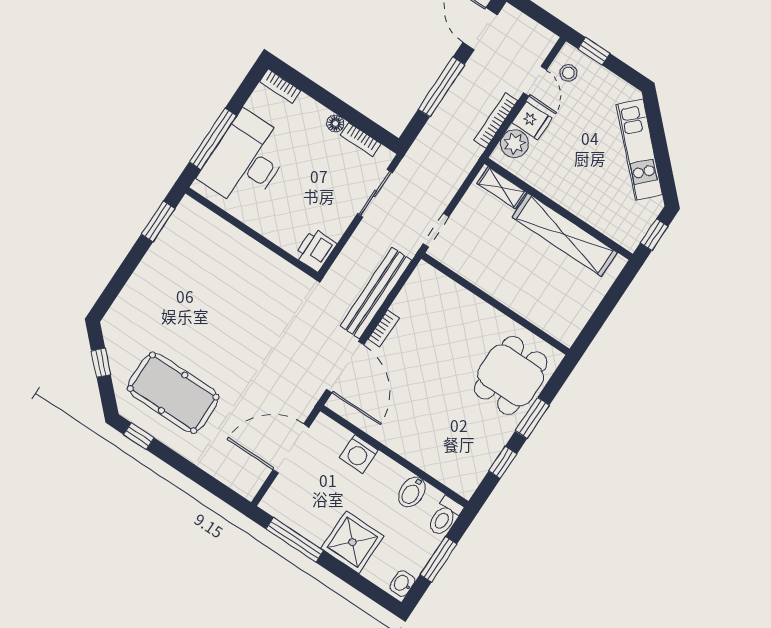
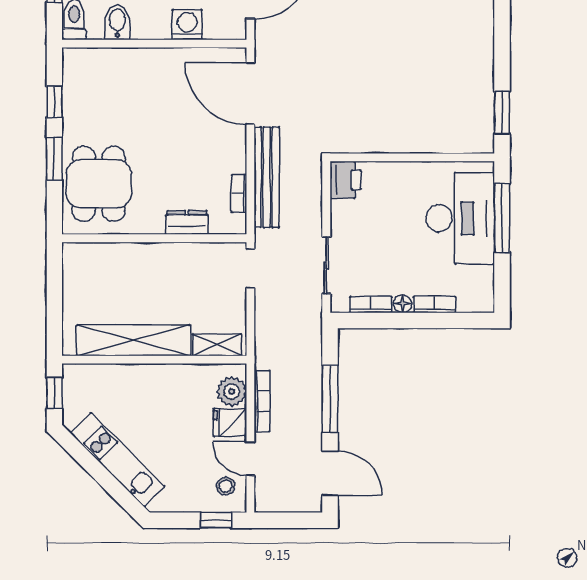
bookcase: (280, 86) -> (434, 305), moved
dresser: (462, 299) -> (187, 222), added
bookcase: (383, 329) -> (239, 193), moved

